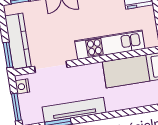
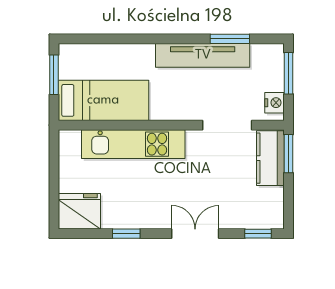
kitchen counter: (18, 41) -> (270, 158), width x0.67

